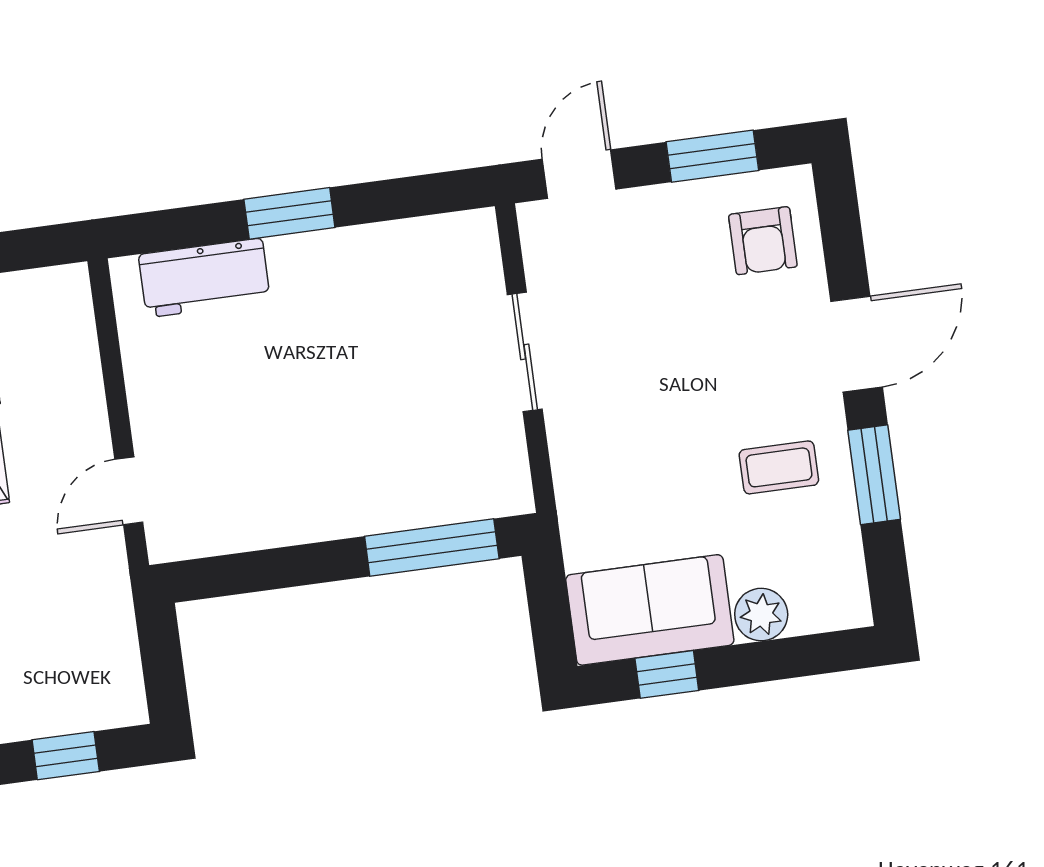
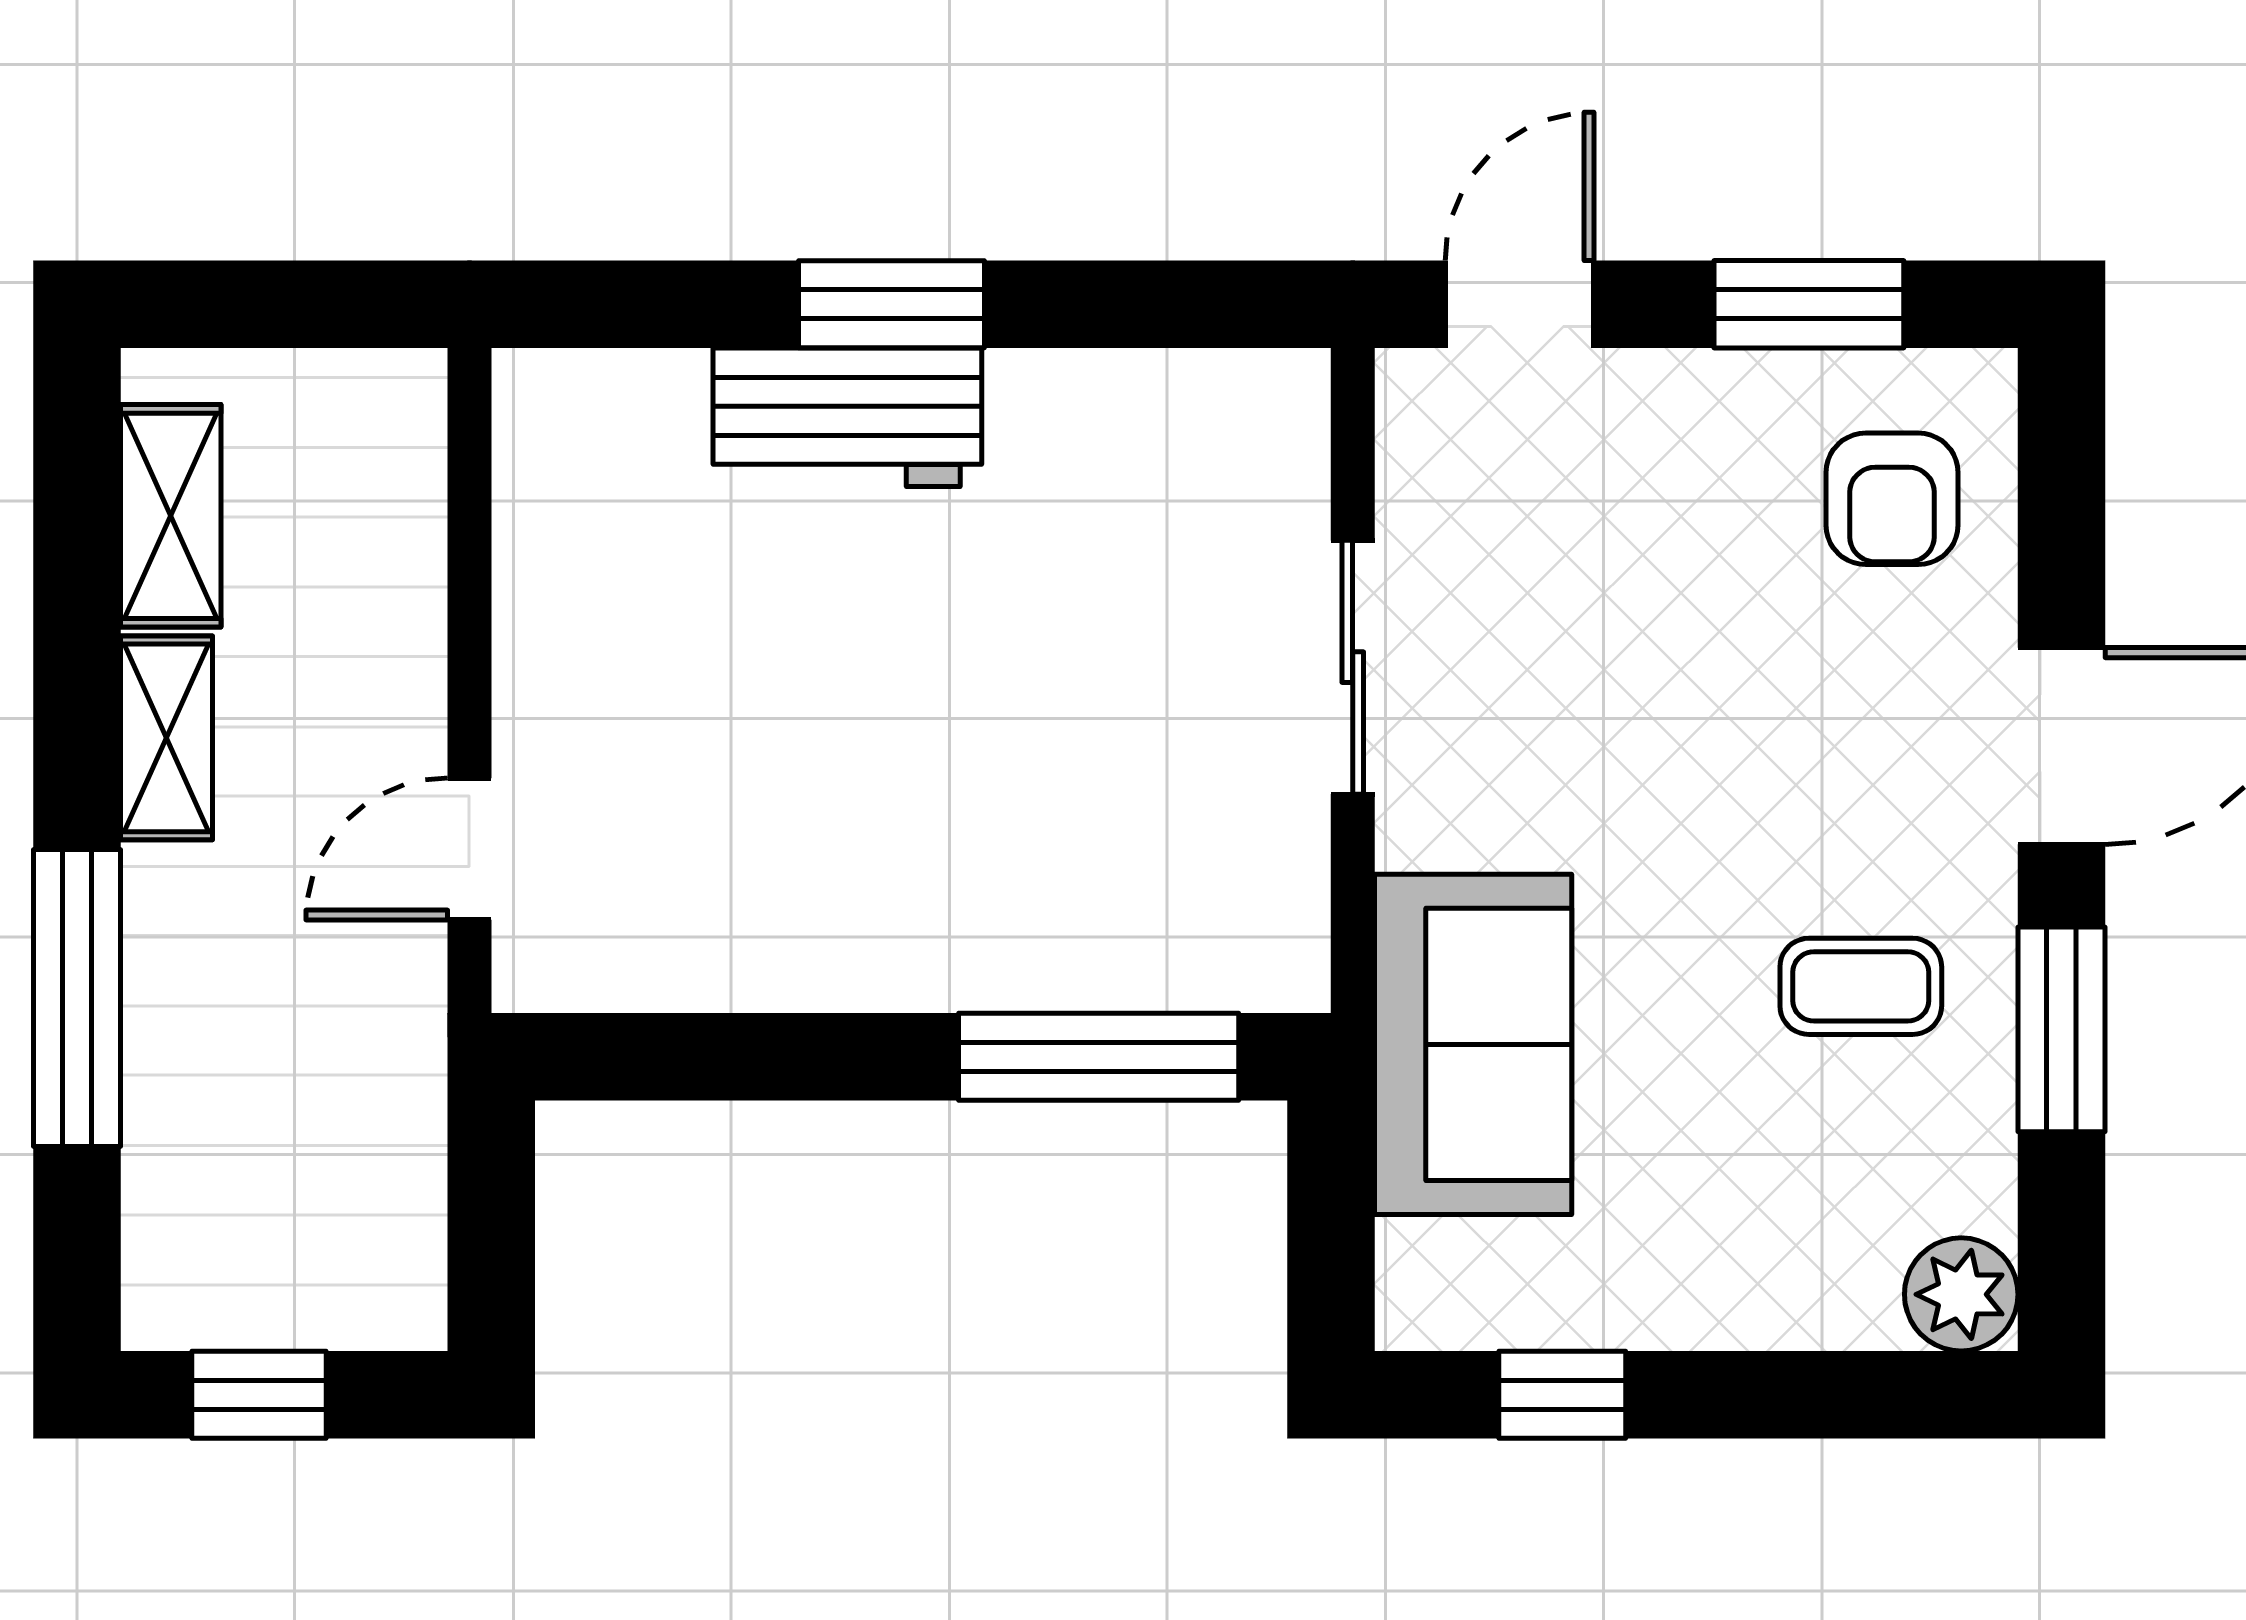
workbench: (204, 278) -> (847, 417), moved
sofa: (650, 610) -> (1473, 1044), moved, turned 90
plant: (761, 615) -> (1961, 1294), moved

